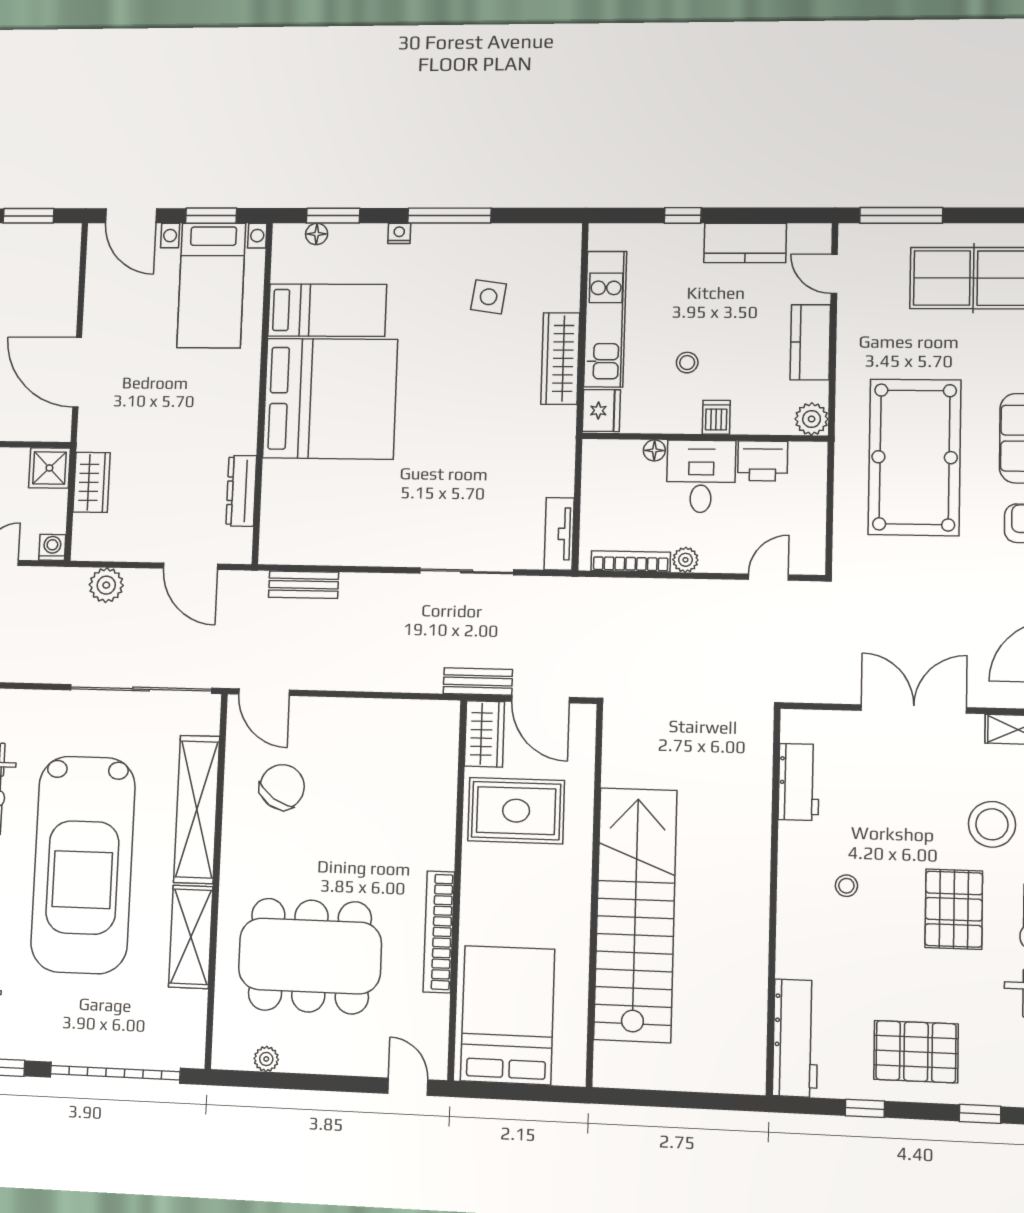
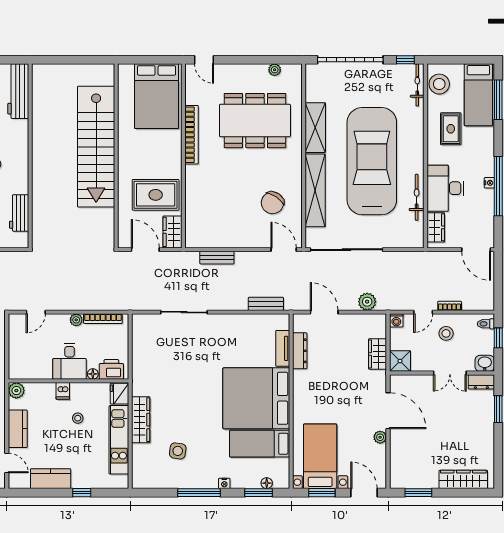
plant: (95, 321) -> (380, 437), added
printer: (763, 461) -> (111, 369), moved
tv unit: (559, 534) -> (283, 348), moved, turned 180
bench: (478, 681) -> (217, 258), moved

